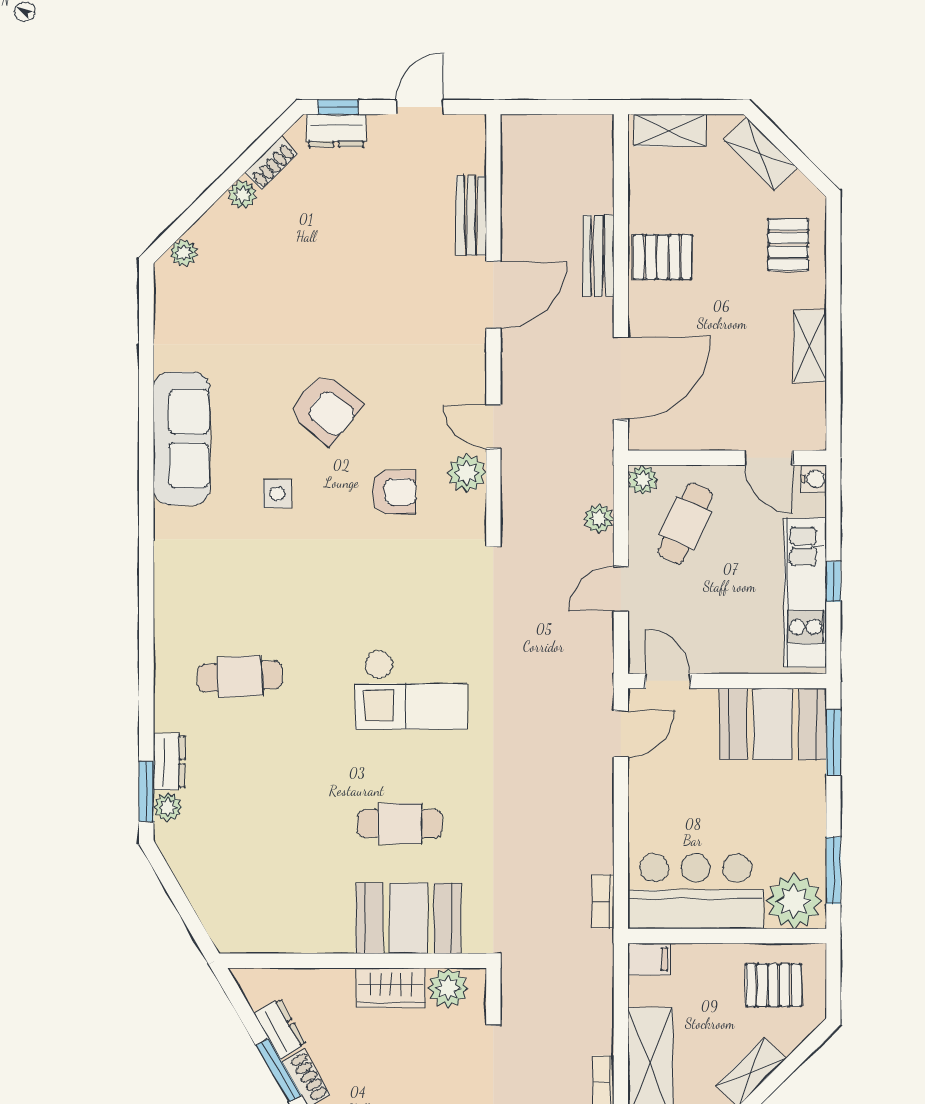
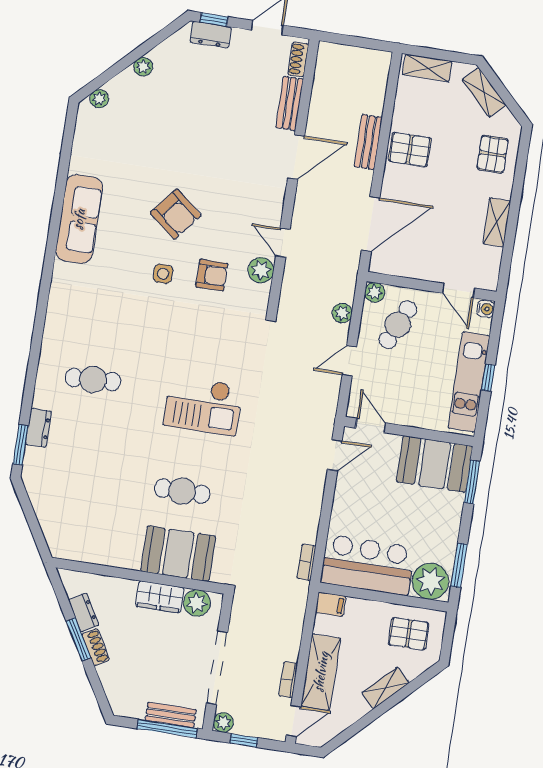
shoe rack: (271, 163) -> (298, 59), moved, turned 135
side table: (277, 494) -> (163, 274), moved
plant: (168, 807) -> (33, 457), removed

